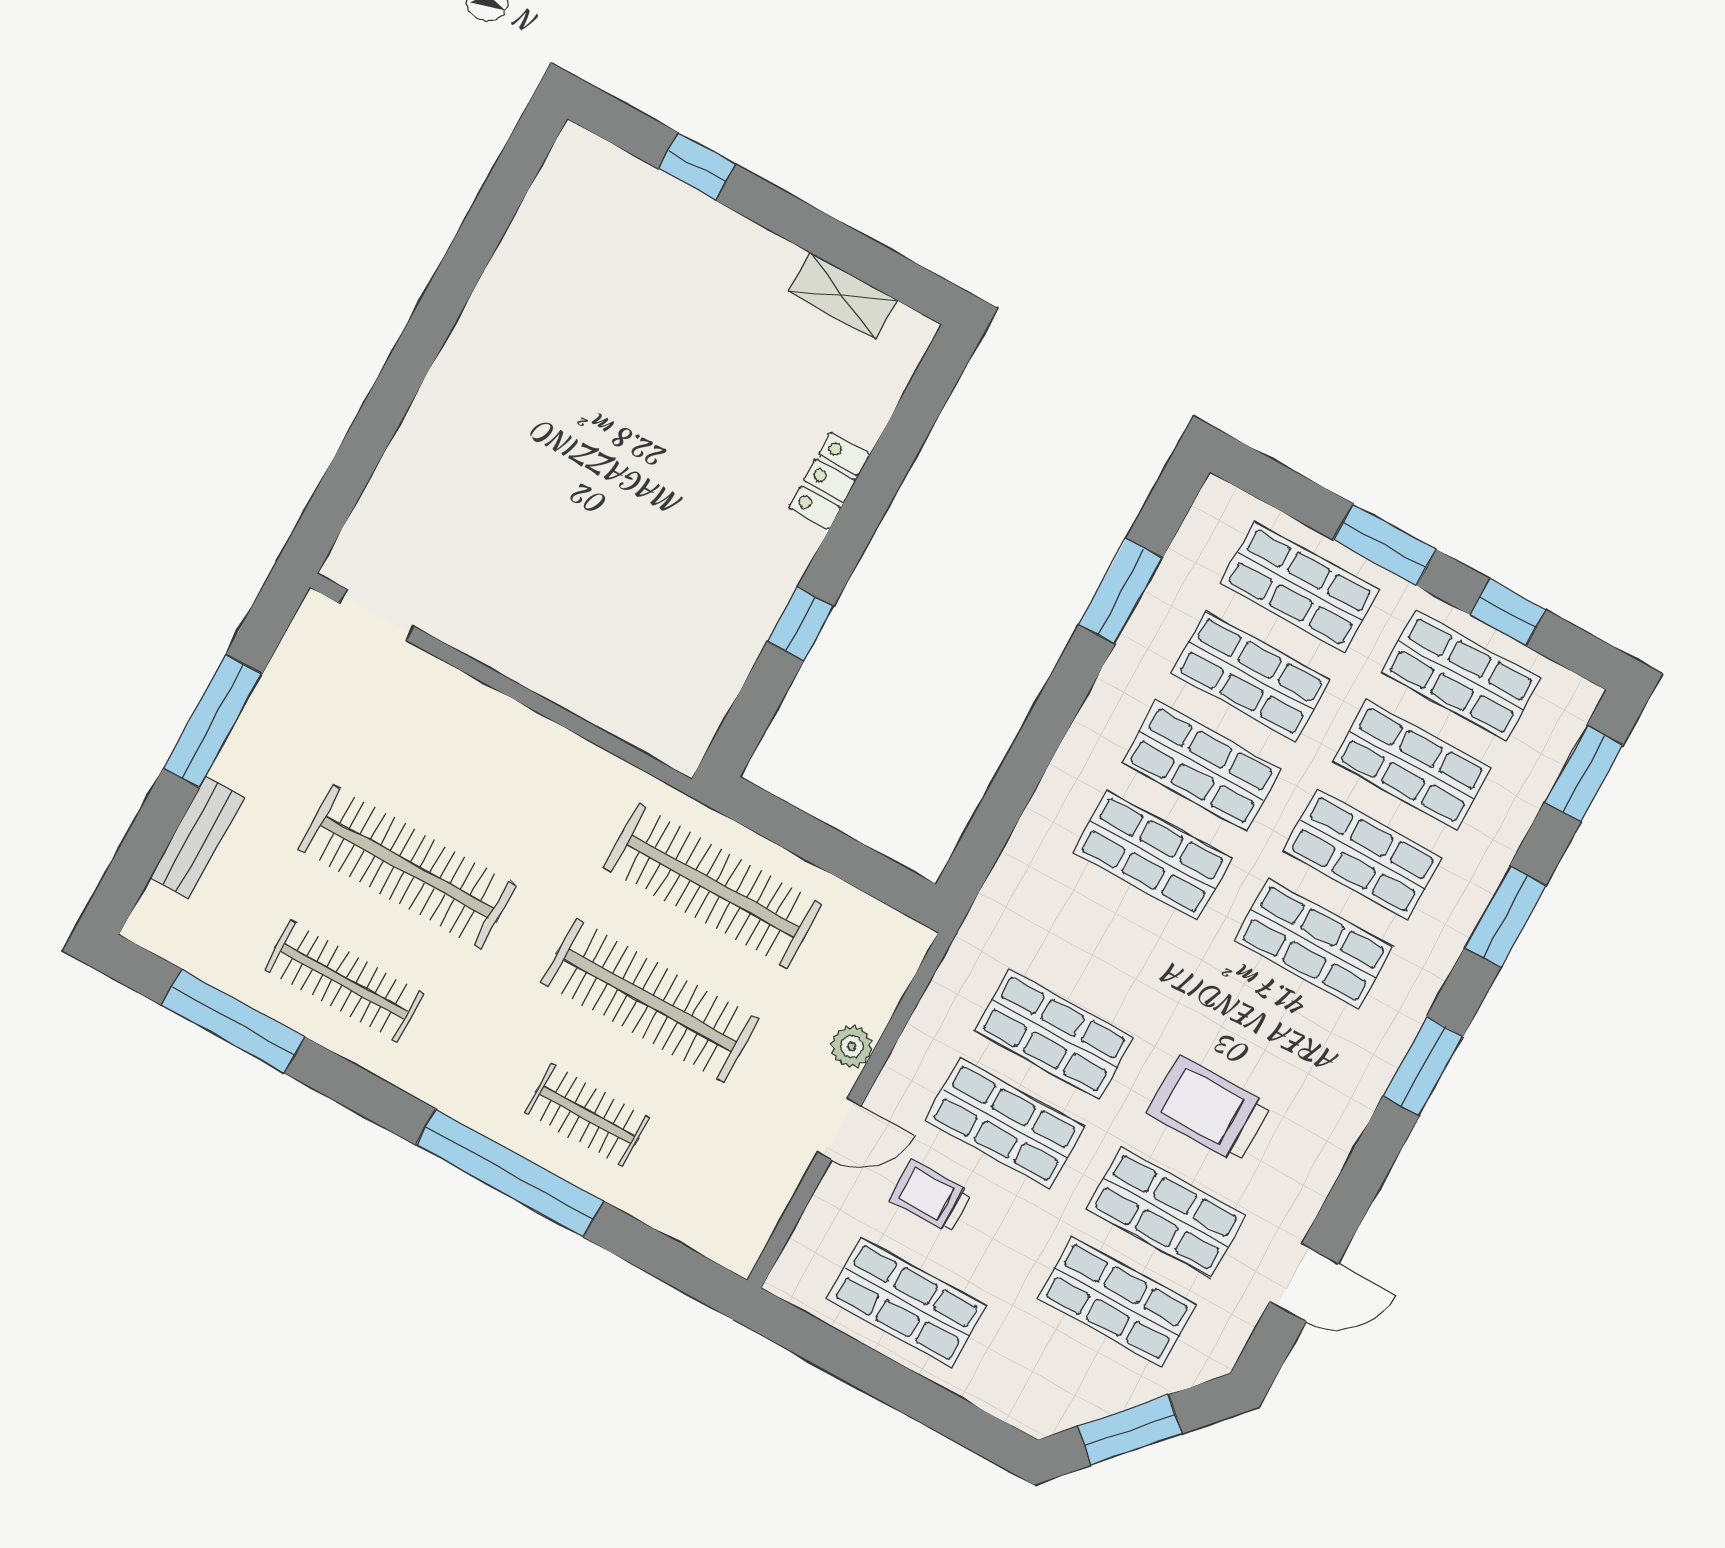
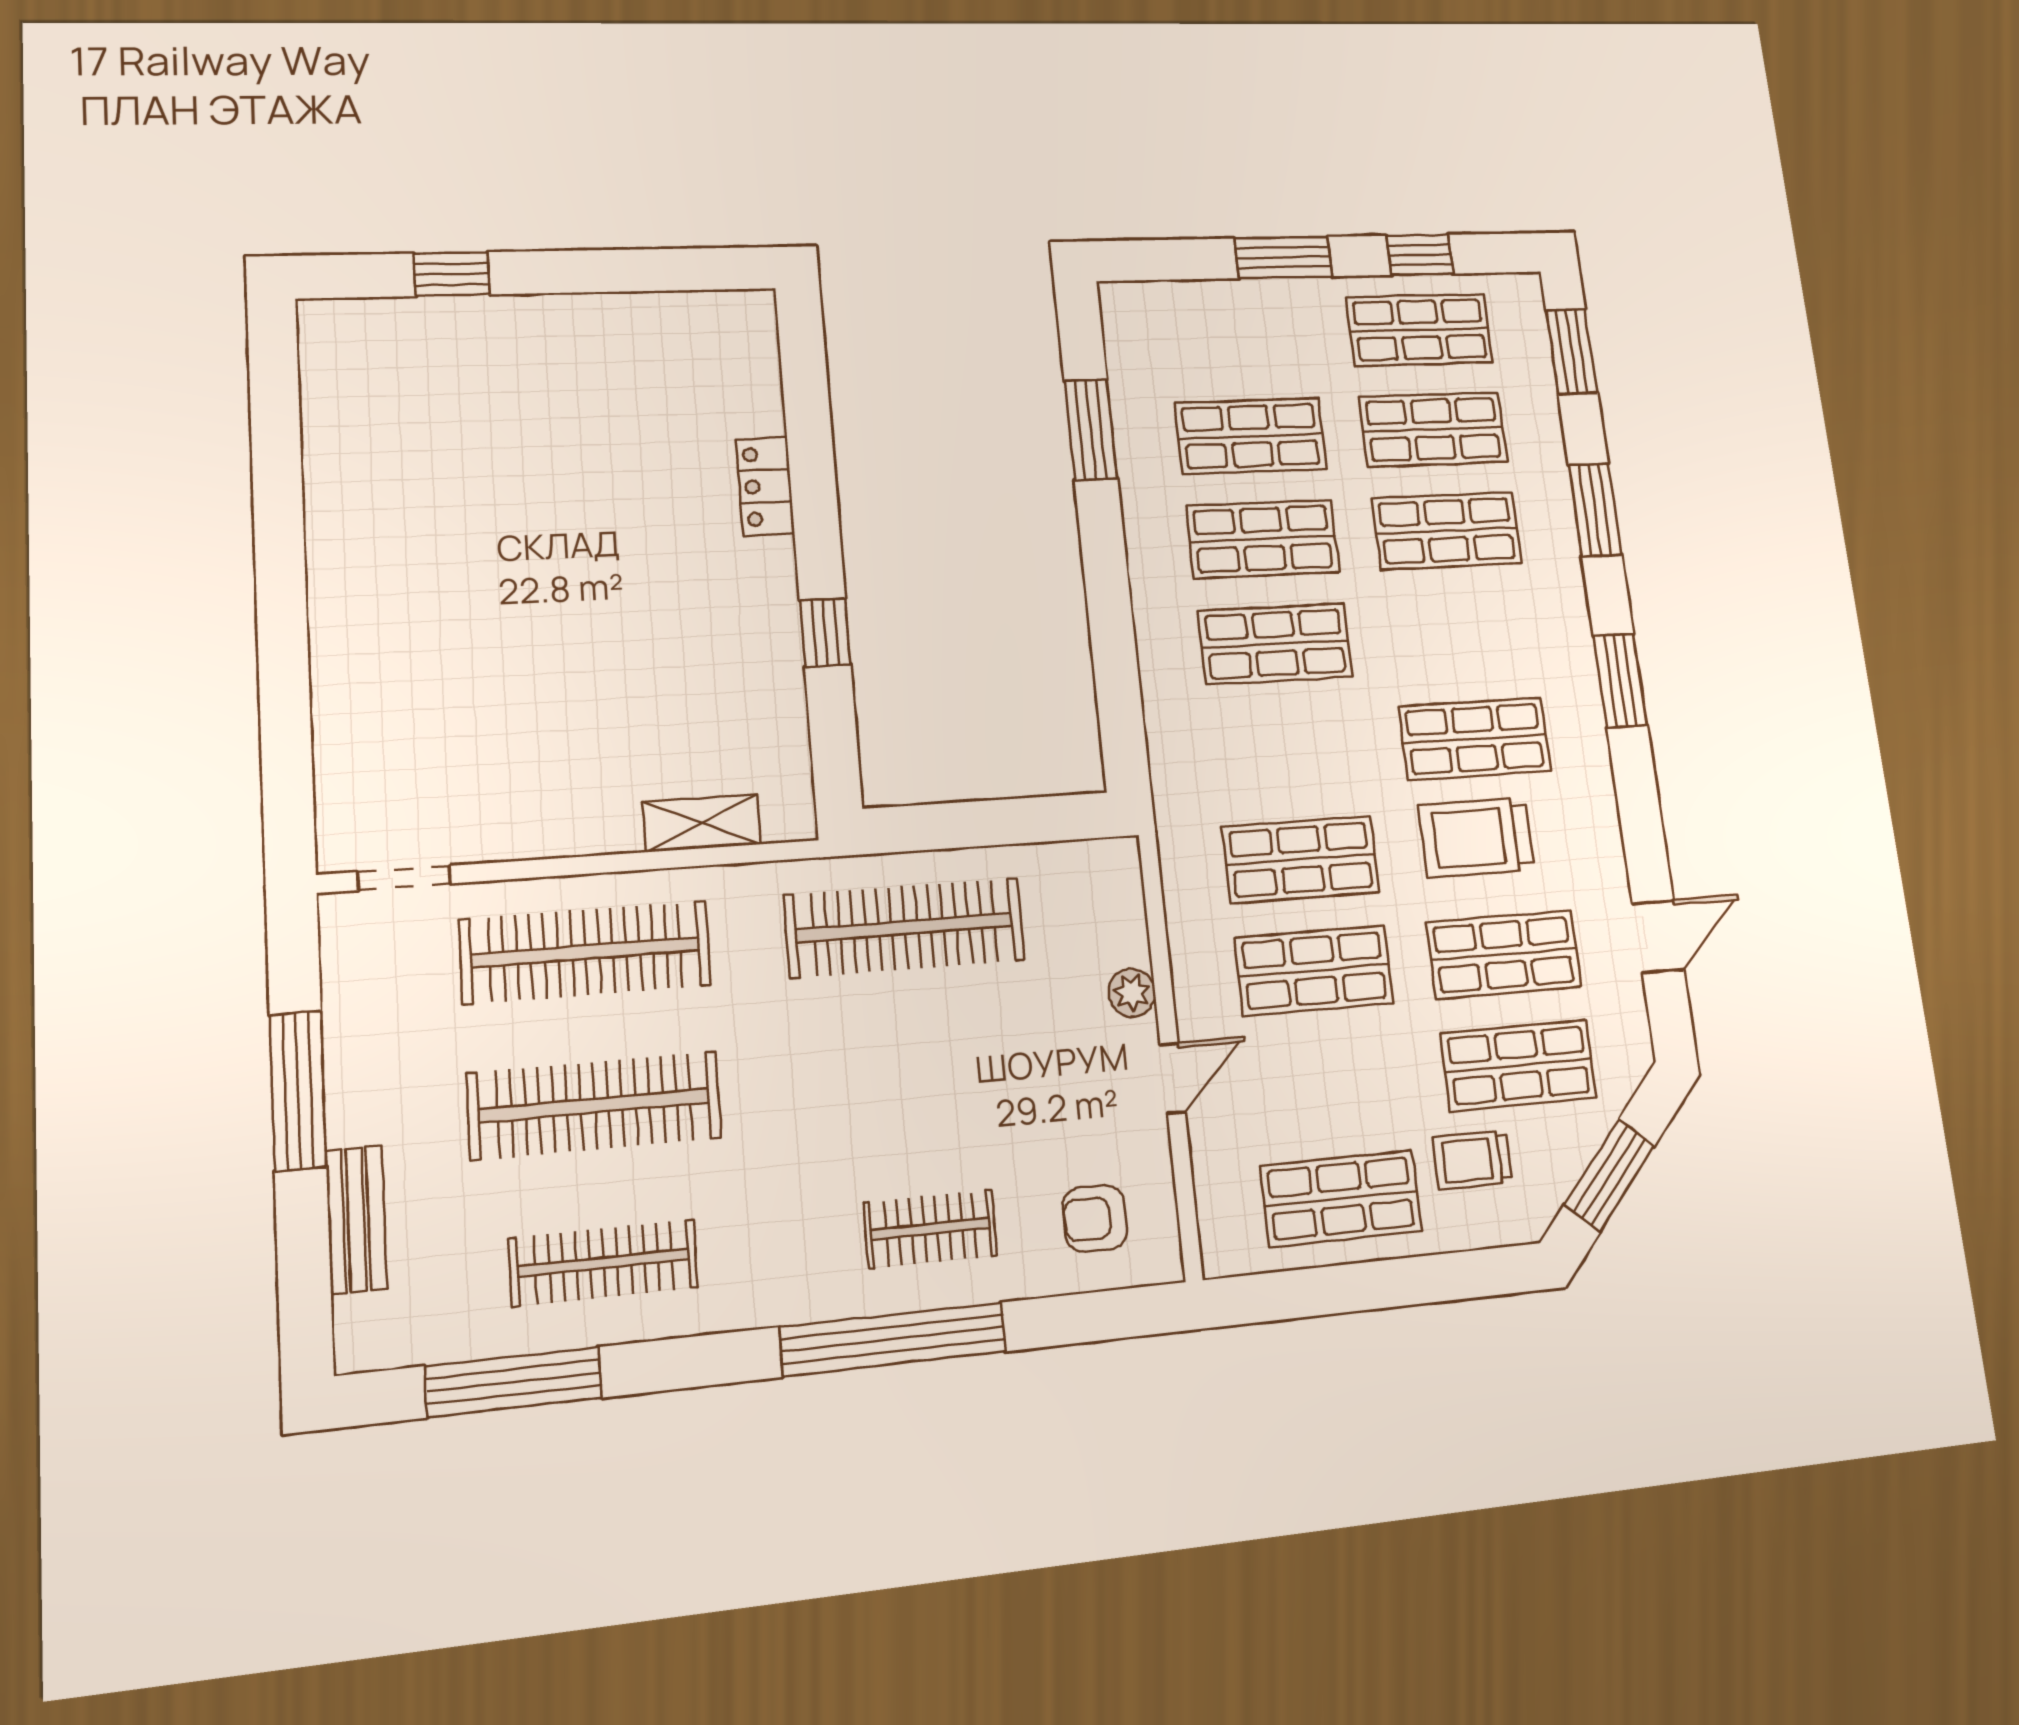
shelving: (843, 296) -> (702, 823), moved
shop shelf: (1300, 587) -> (1239, 335), removed
shop shelf: (1313, 944) -> (1475, 739), moved
clothes rail: (650, 1000) -> (586, 952), moved
armchair: (711, 1190) -> (1095, 1218), added
trolley: (931, 1196) -> (1473, 1160), moved

